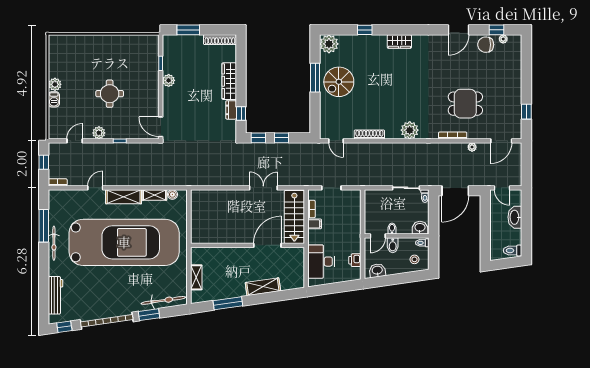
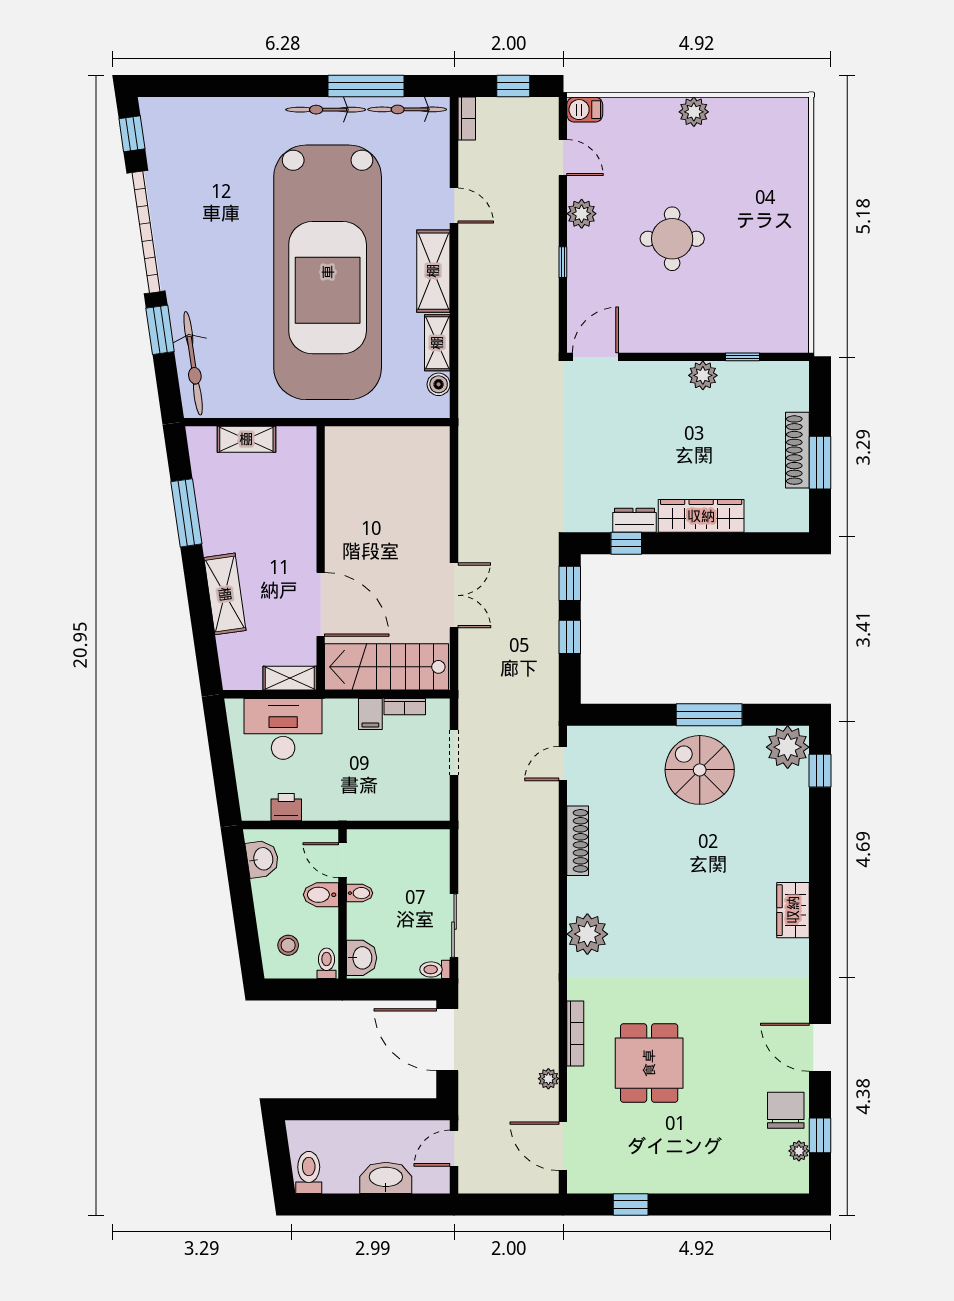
window: (188, 30) -> (820, 463), moved
window: (365, 30) -> (820, 771), moved
shoe rack: (220, 40) -> (797, 450), moved
barbecue: (54, 99) -> (585, 110), moved
bicycle: (54, 208) -> (407, 109), added
shelving: (299, 259) -> (290, 678), added
workbench: (56, 295) -> (205, 113), removed

